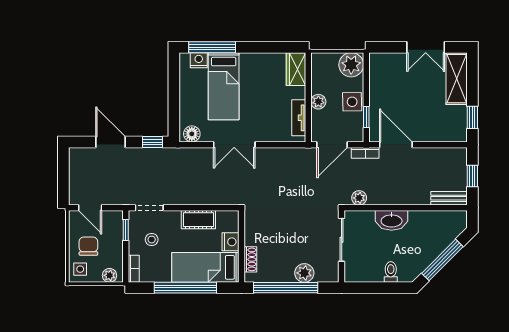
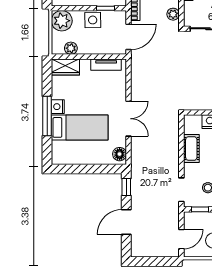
window: (212, 47) -> (47, 116), moved
nightstand: (199, 60) -> (58, 107), moved
plant: (318, 102) -> (71, 48), moved
door: (332, 145) -> (129, 37), hinge flipped

